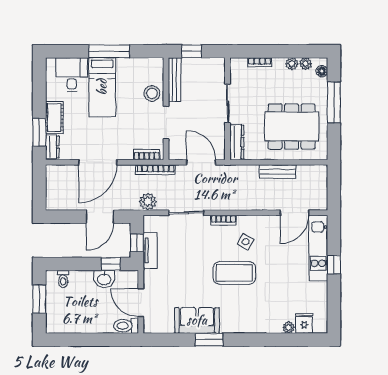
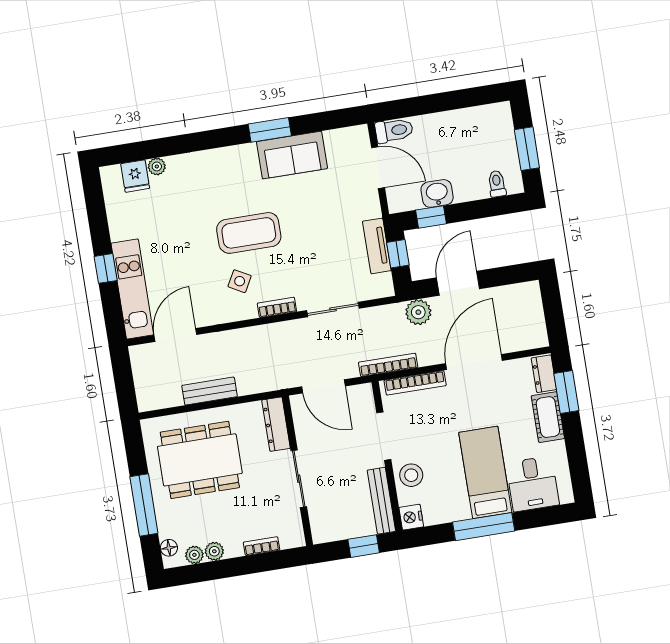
nightstand: (156, 65) -> (411, 517), added
bookcase: (147, 155) -> (415, 383), width x1.56
plant: (148, 202) -> (418, 312), moved

